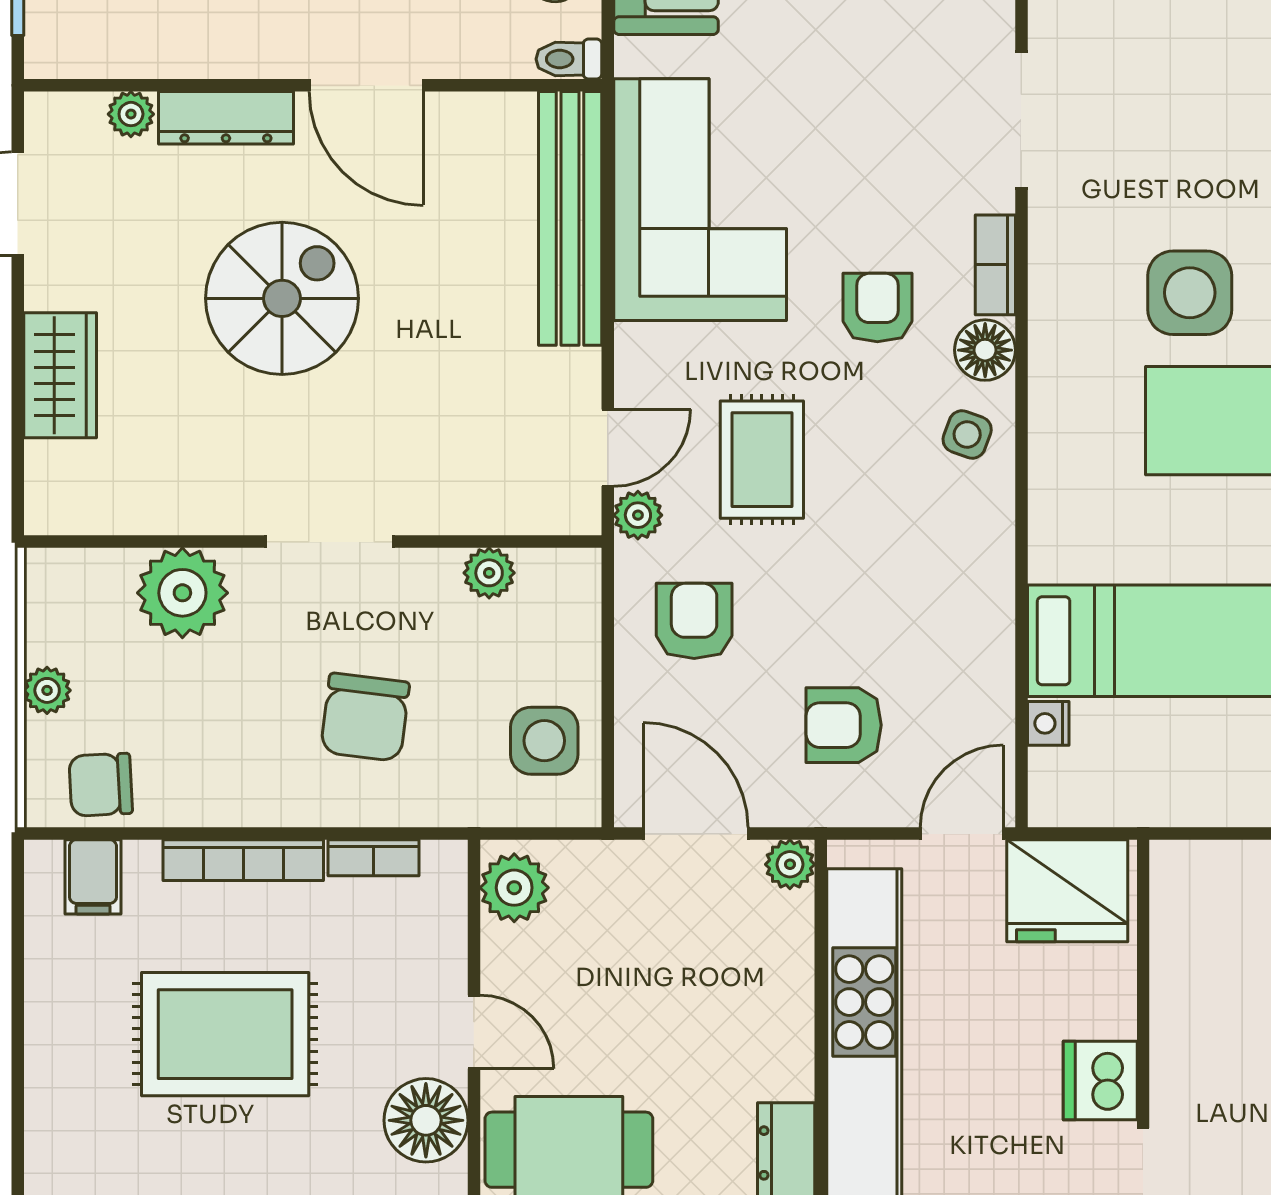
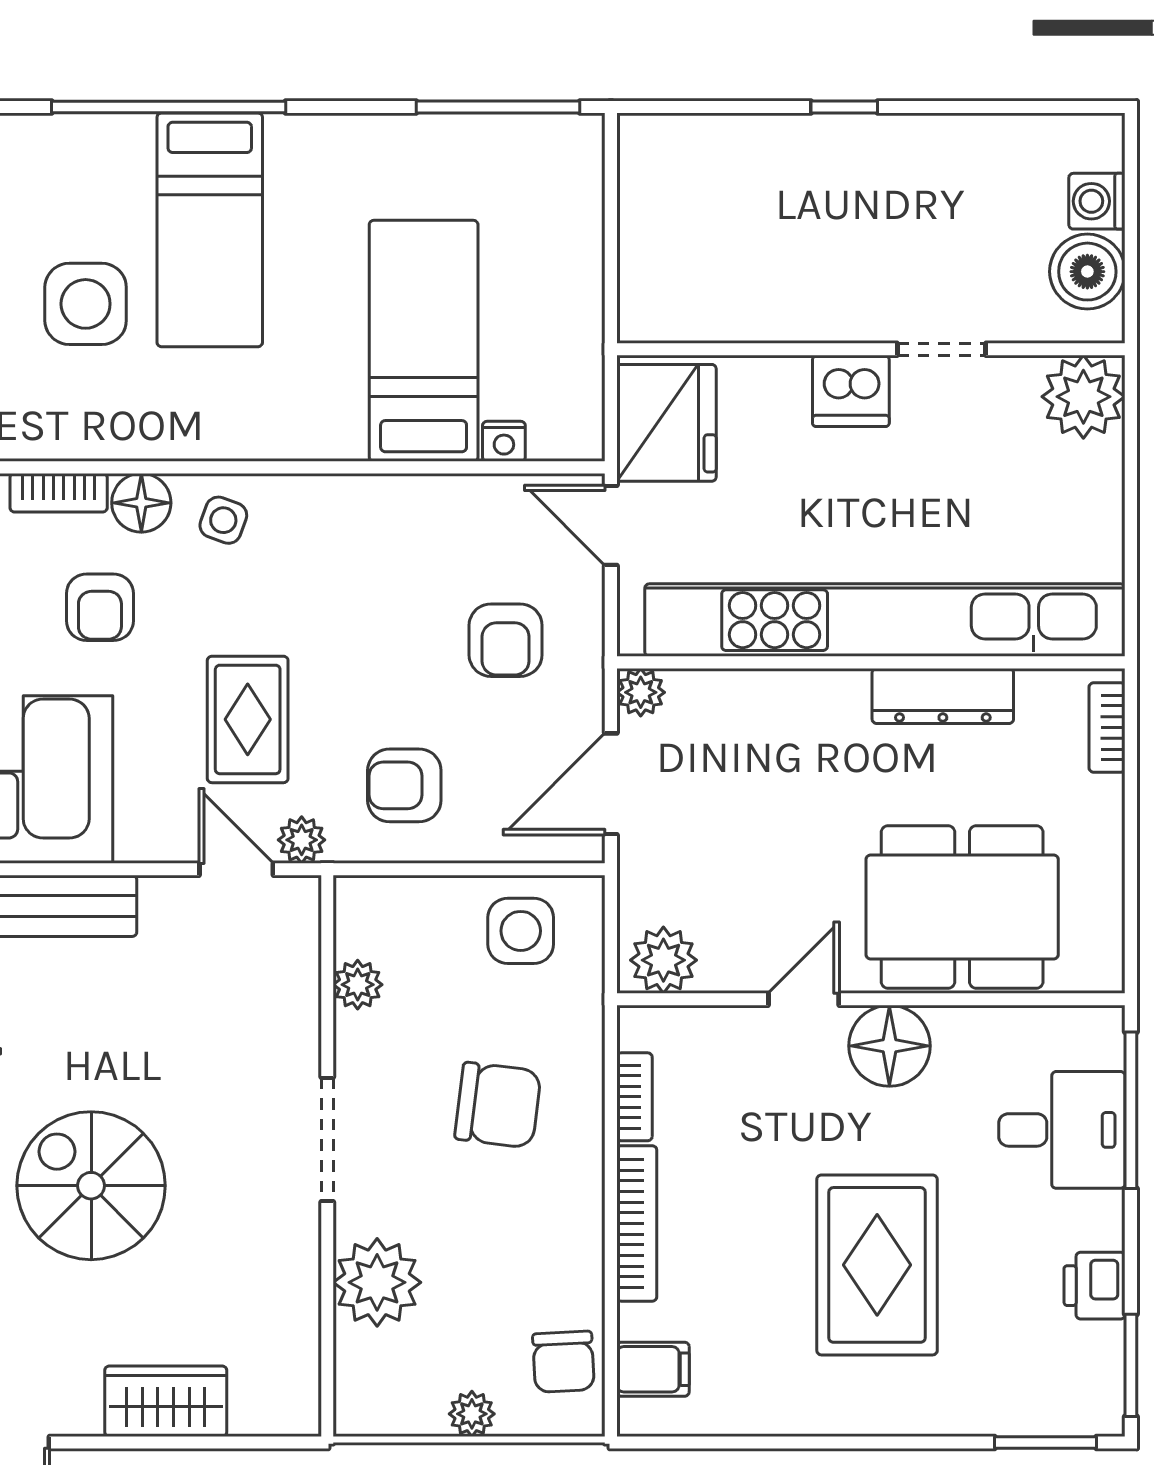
armchair: (877, 308) -> (100, 607), turned -90
rug: (762, 460) -> (248, 719), turned 90
rug: (225, 1034) -> (877, 1265), moved

